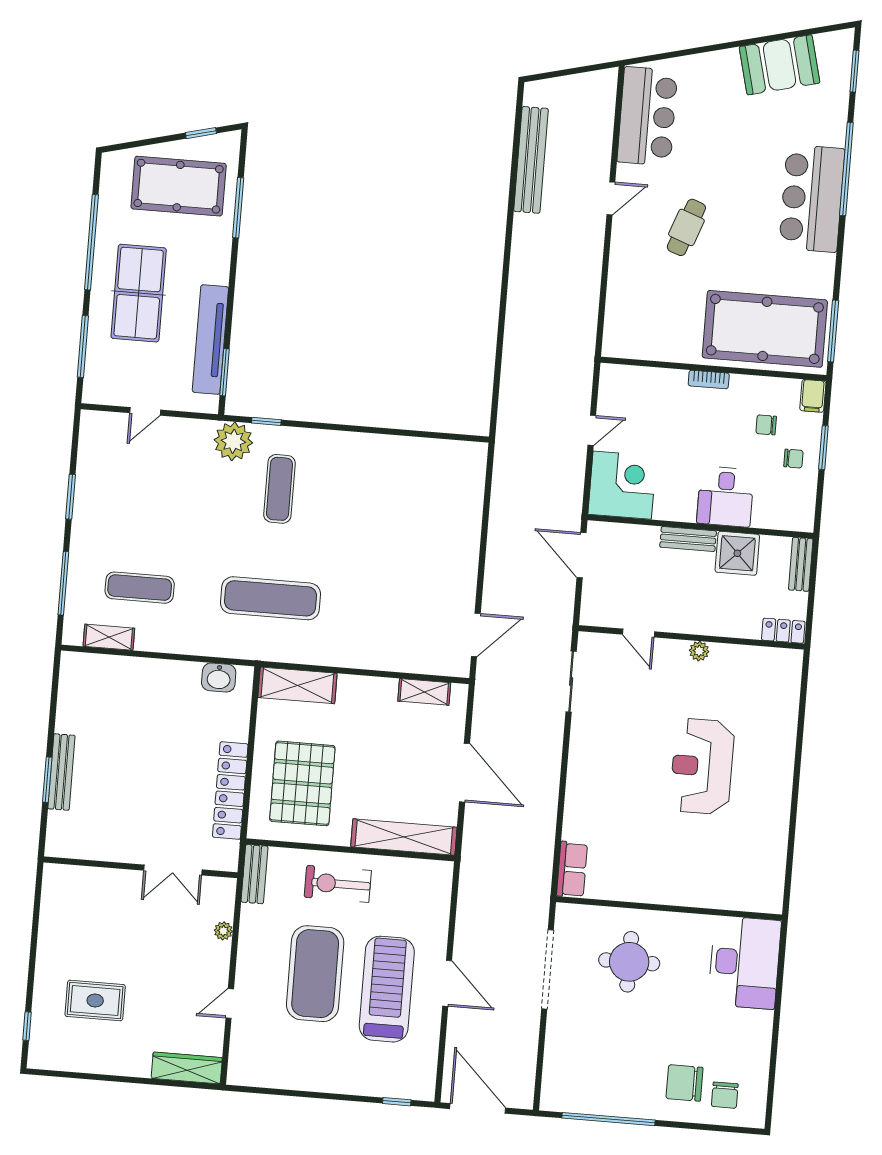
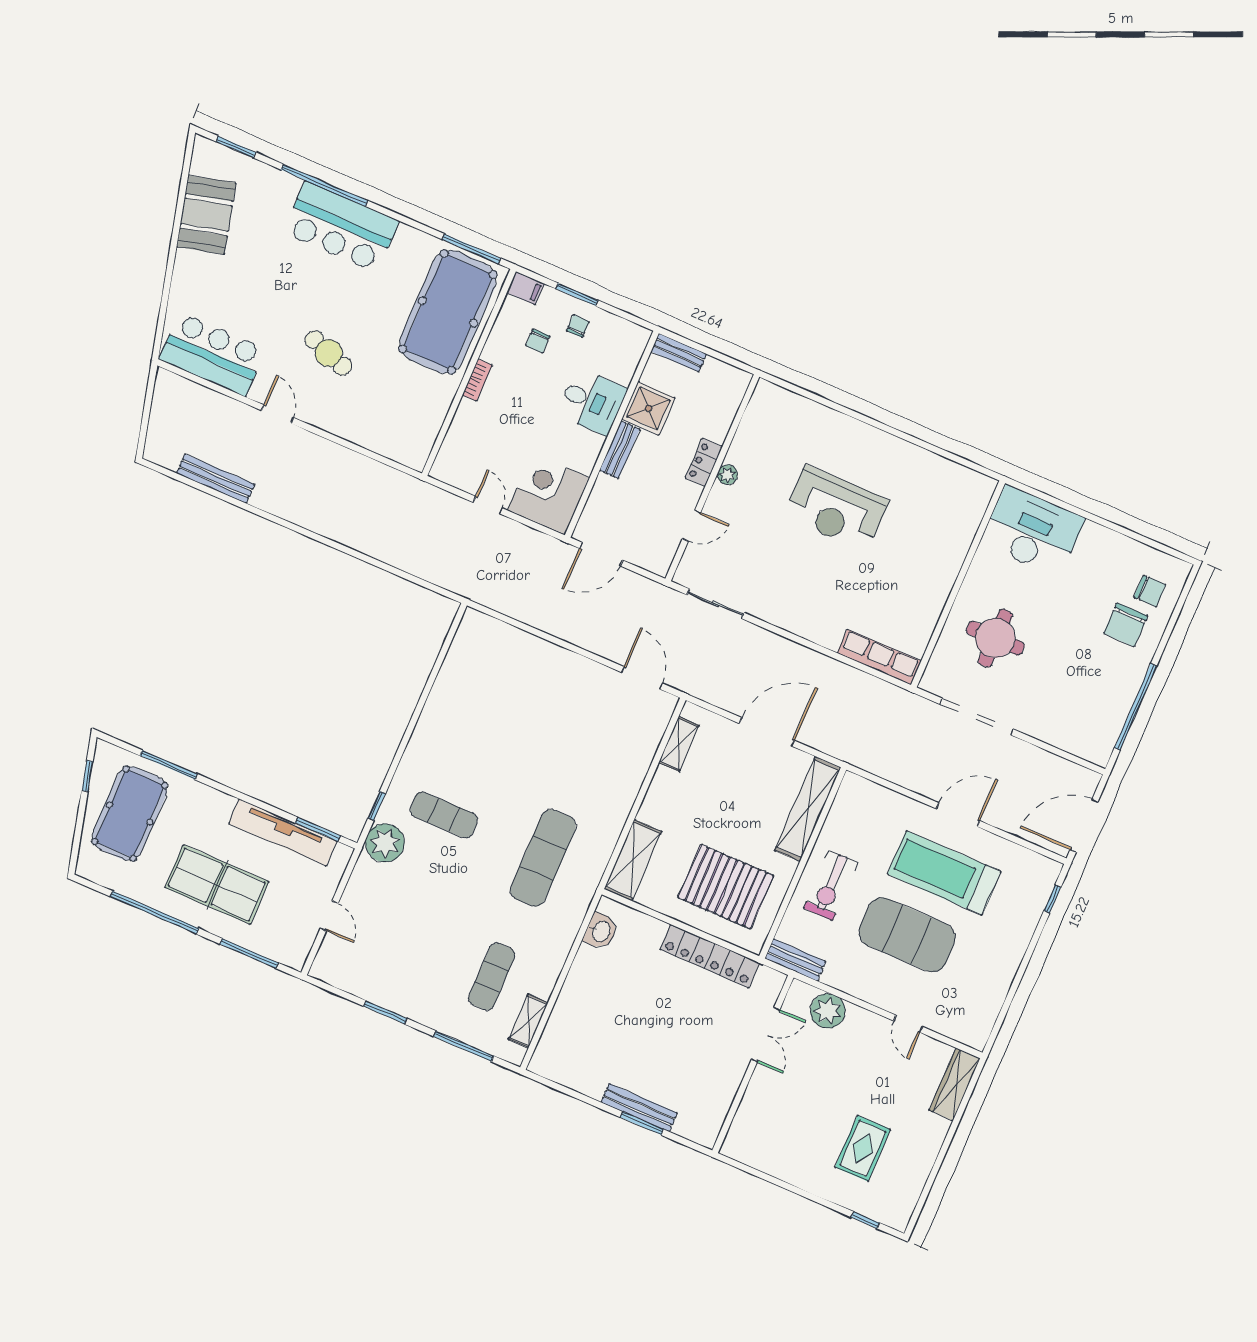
bench: (531, 160) -> (216, 479), width x0.73, depth x0.82
locker: (783, 631) -> (704, 462), moved
row of seats: (572, 870) -> (879, 657), width x1.48
plant: (223, 931) -> (828, 1011), width x1.88, depth x1.88

